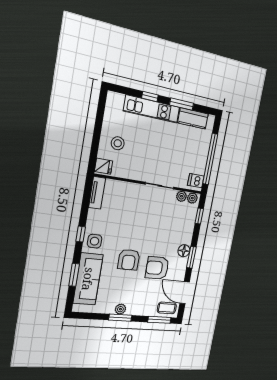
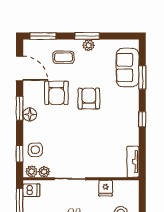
fridge: (104, 166) -> (106, 188), moved, turned -90
side table: (95, 241) -> (35, 150), moved
armchair: (157, 268) -> (56, 93), turned 91
sofa: (88, 279) -> (128, 68), width x0.73
coffee table: (167, 308) -> (63, 57), moved

